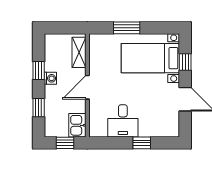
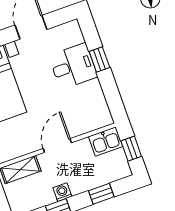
door: (87, 87) -> (57, 146), swing flipped
desk: (123, 121) -> (73, 66), moved

